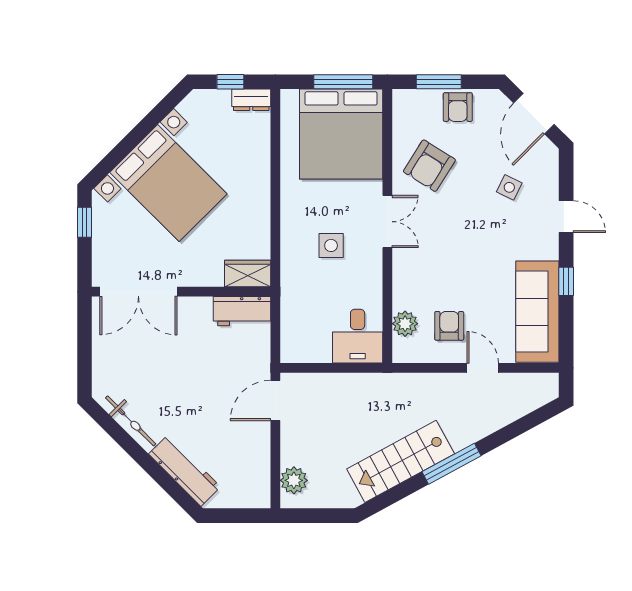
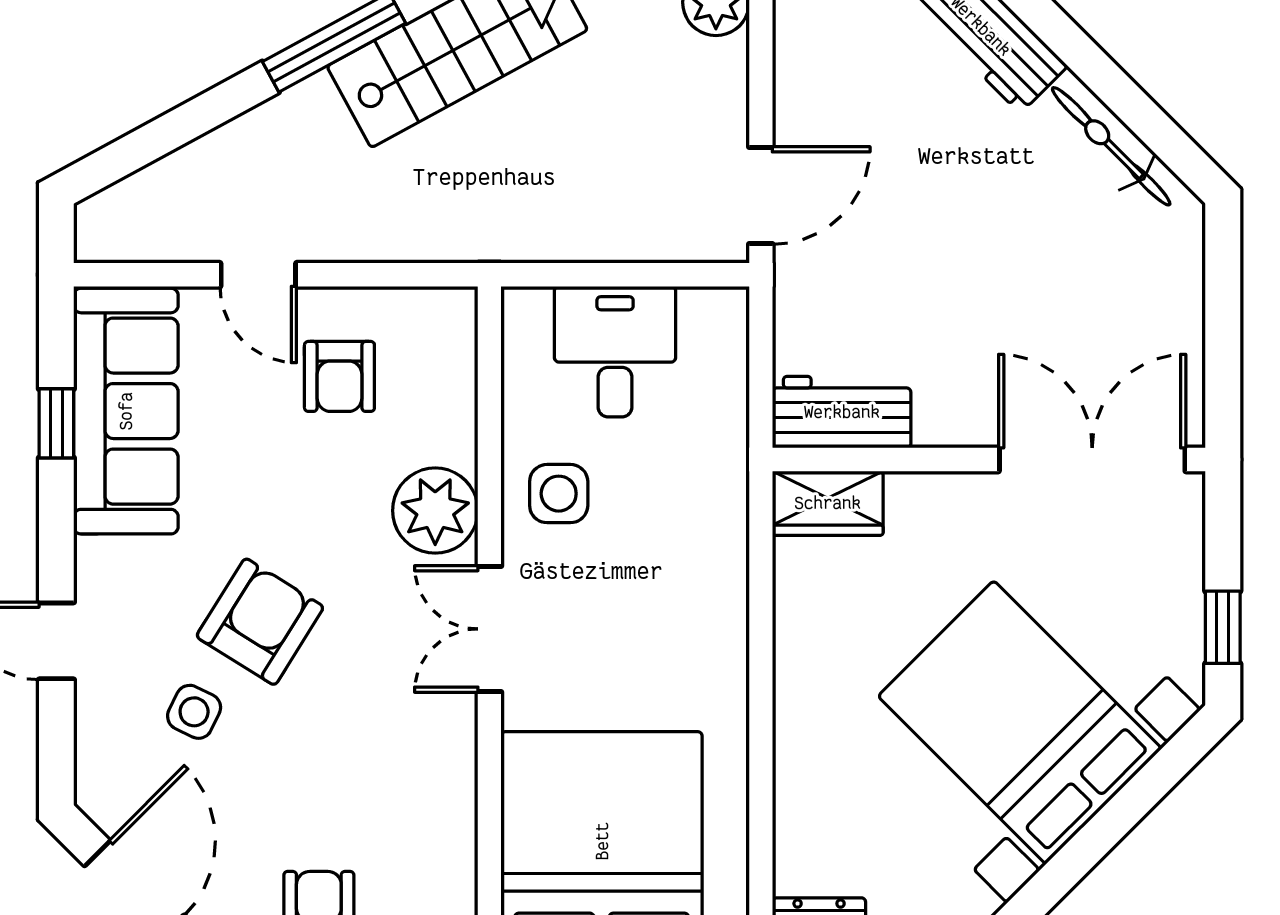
armchair: (429, 166) -> (260, 622), moved
side table: (331, 245) -> (559, 494), moved
window: (566, 281) -> (56, 423), moved
plant: (405, 324) -> (435, 511), moved, width x1.36, depth x1.36
desk: (358, 336) -> (615, 352), moved

